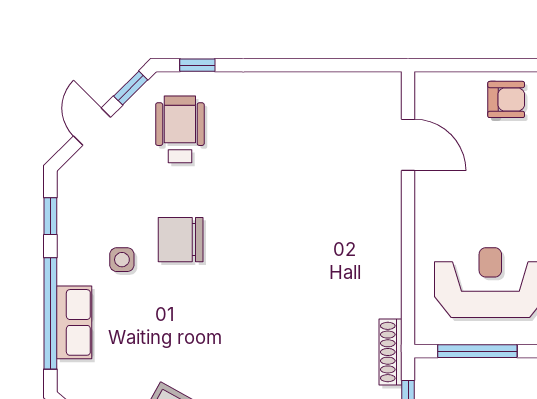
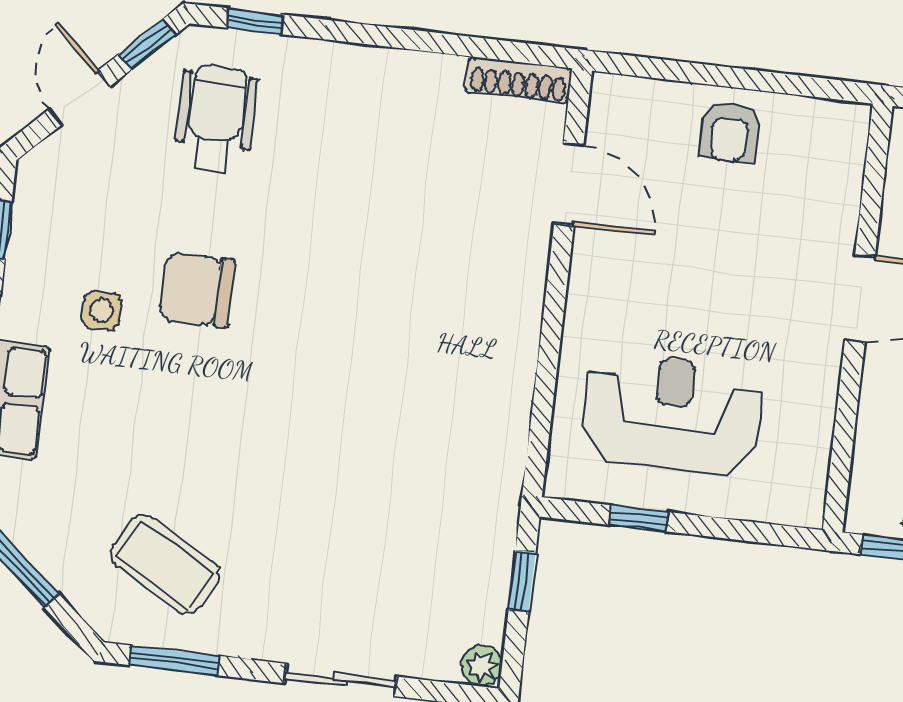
armchair: (506, 99) -> (730, 131), turned 90
window: (477, 351) -> (639, 518), width x0.46
shoe rack: (391, 352) -> (519, 80), moved, turned -90

